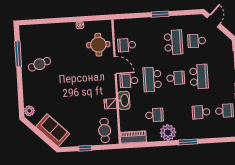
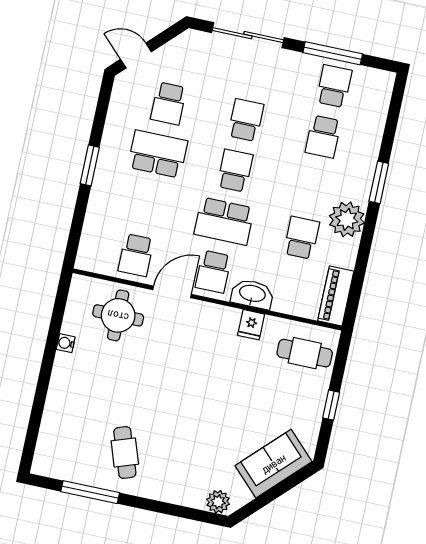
school desk: (199, 76) -> (246, 120), width x0.54

